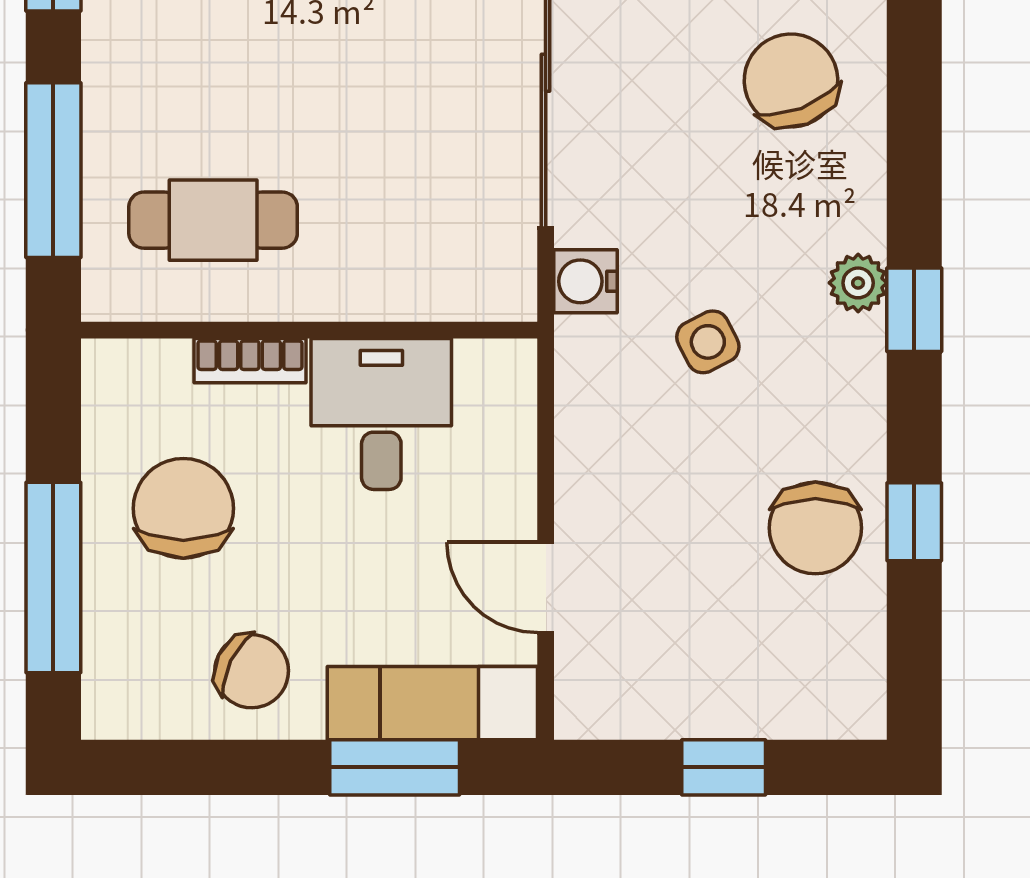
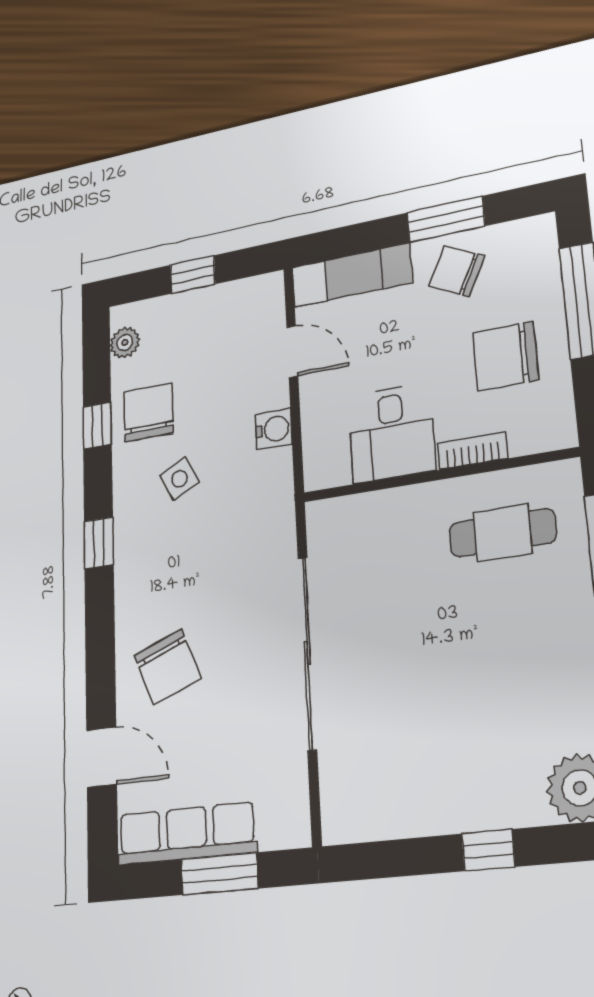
water cooler: (585, 281) -> (274, 429), moved
plant: (858, 283) -> (125, 342), moved
side table: (708, 342) -> (179, 479), moved
chair: (183, 508) -> (506, 356), turned 90
window: (395, 767) -> (446, 219), moved

